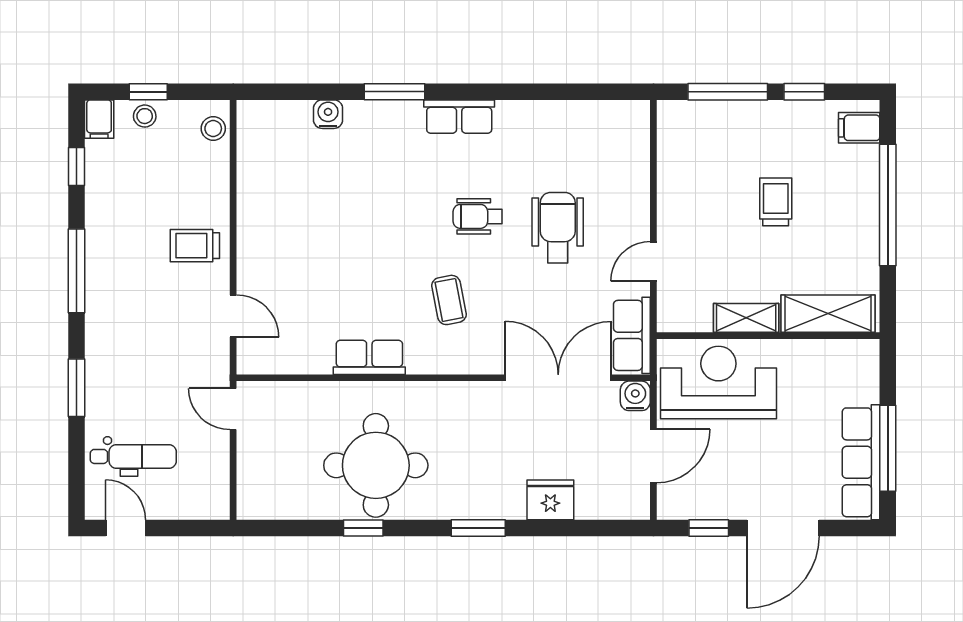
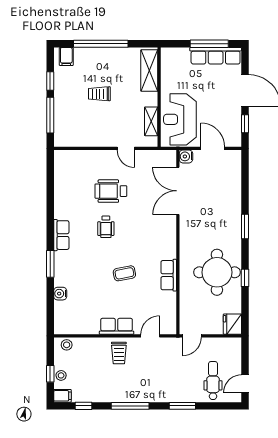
coffee table: (449, 300) -> (124, 273), moved
shelving: (746, 318) -> (151, 121), moved
row of seats: (632, 335) -> (117, 326), moved, turned 180
fridge: (550, 500) -> (232, 324), moved

